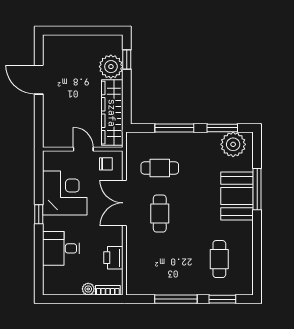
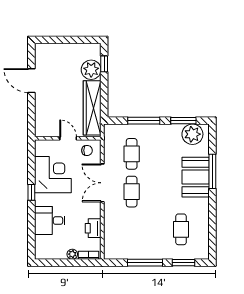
cafe table: (160, 168) -> (132, 154), turned 90

